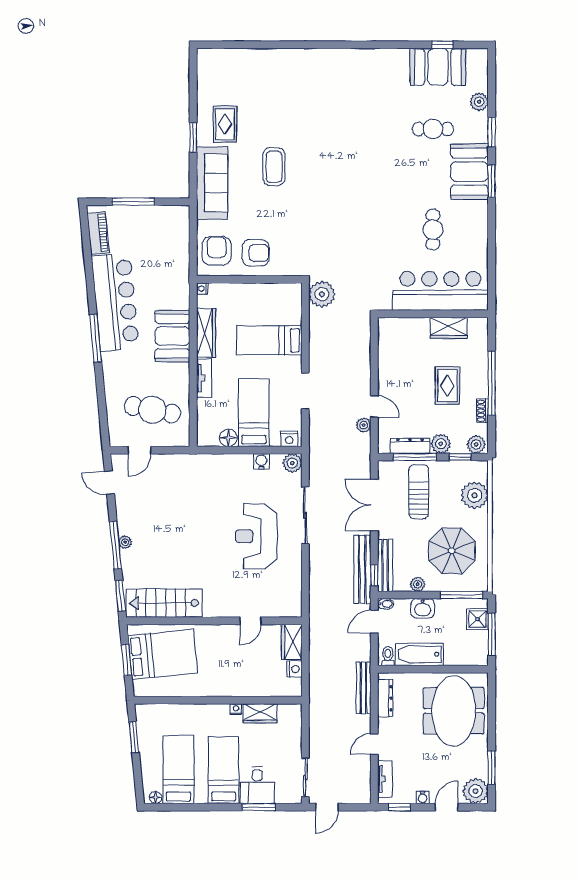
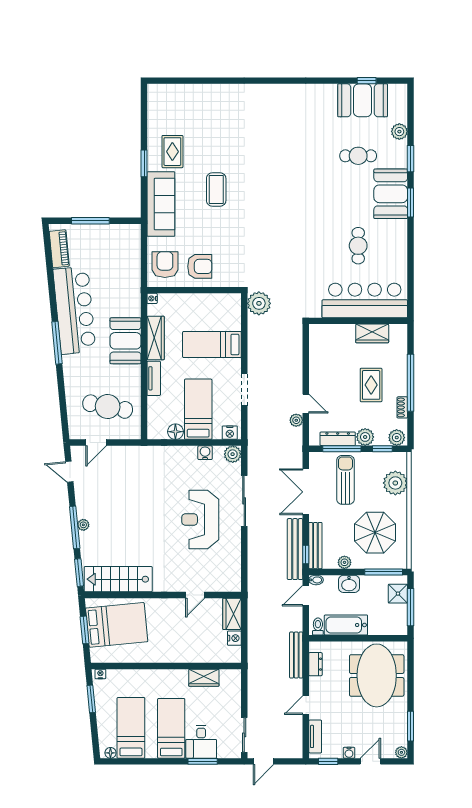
dresser: (385, 698) -> (315, 664), width x0.70
nightstand: (236, 709) -> (100, 674), moved
plant: (475, 791) -> (401, 752), width x0.53, depth x0.53

